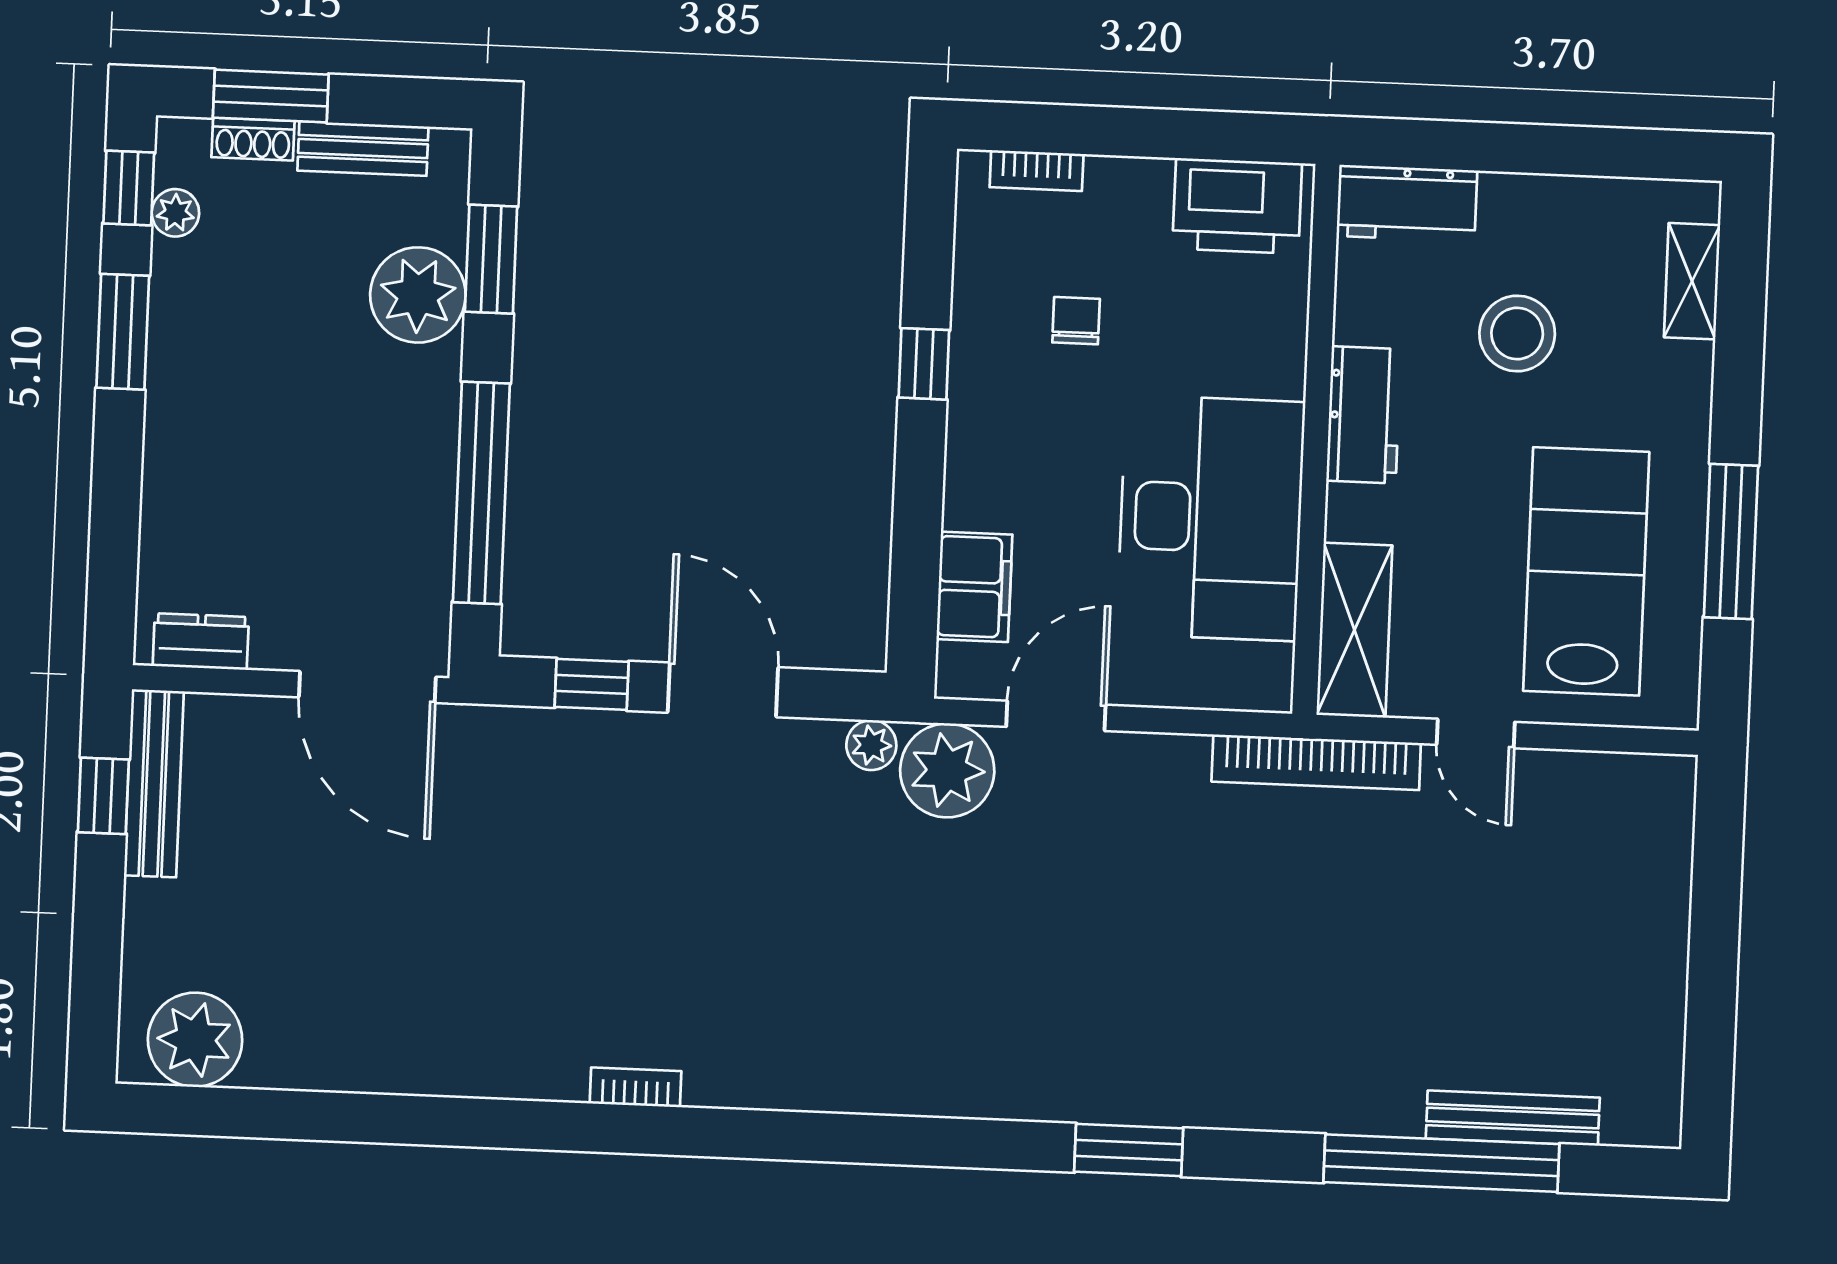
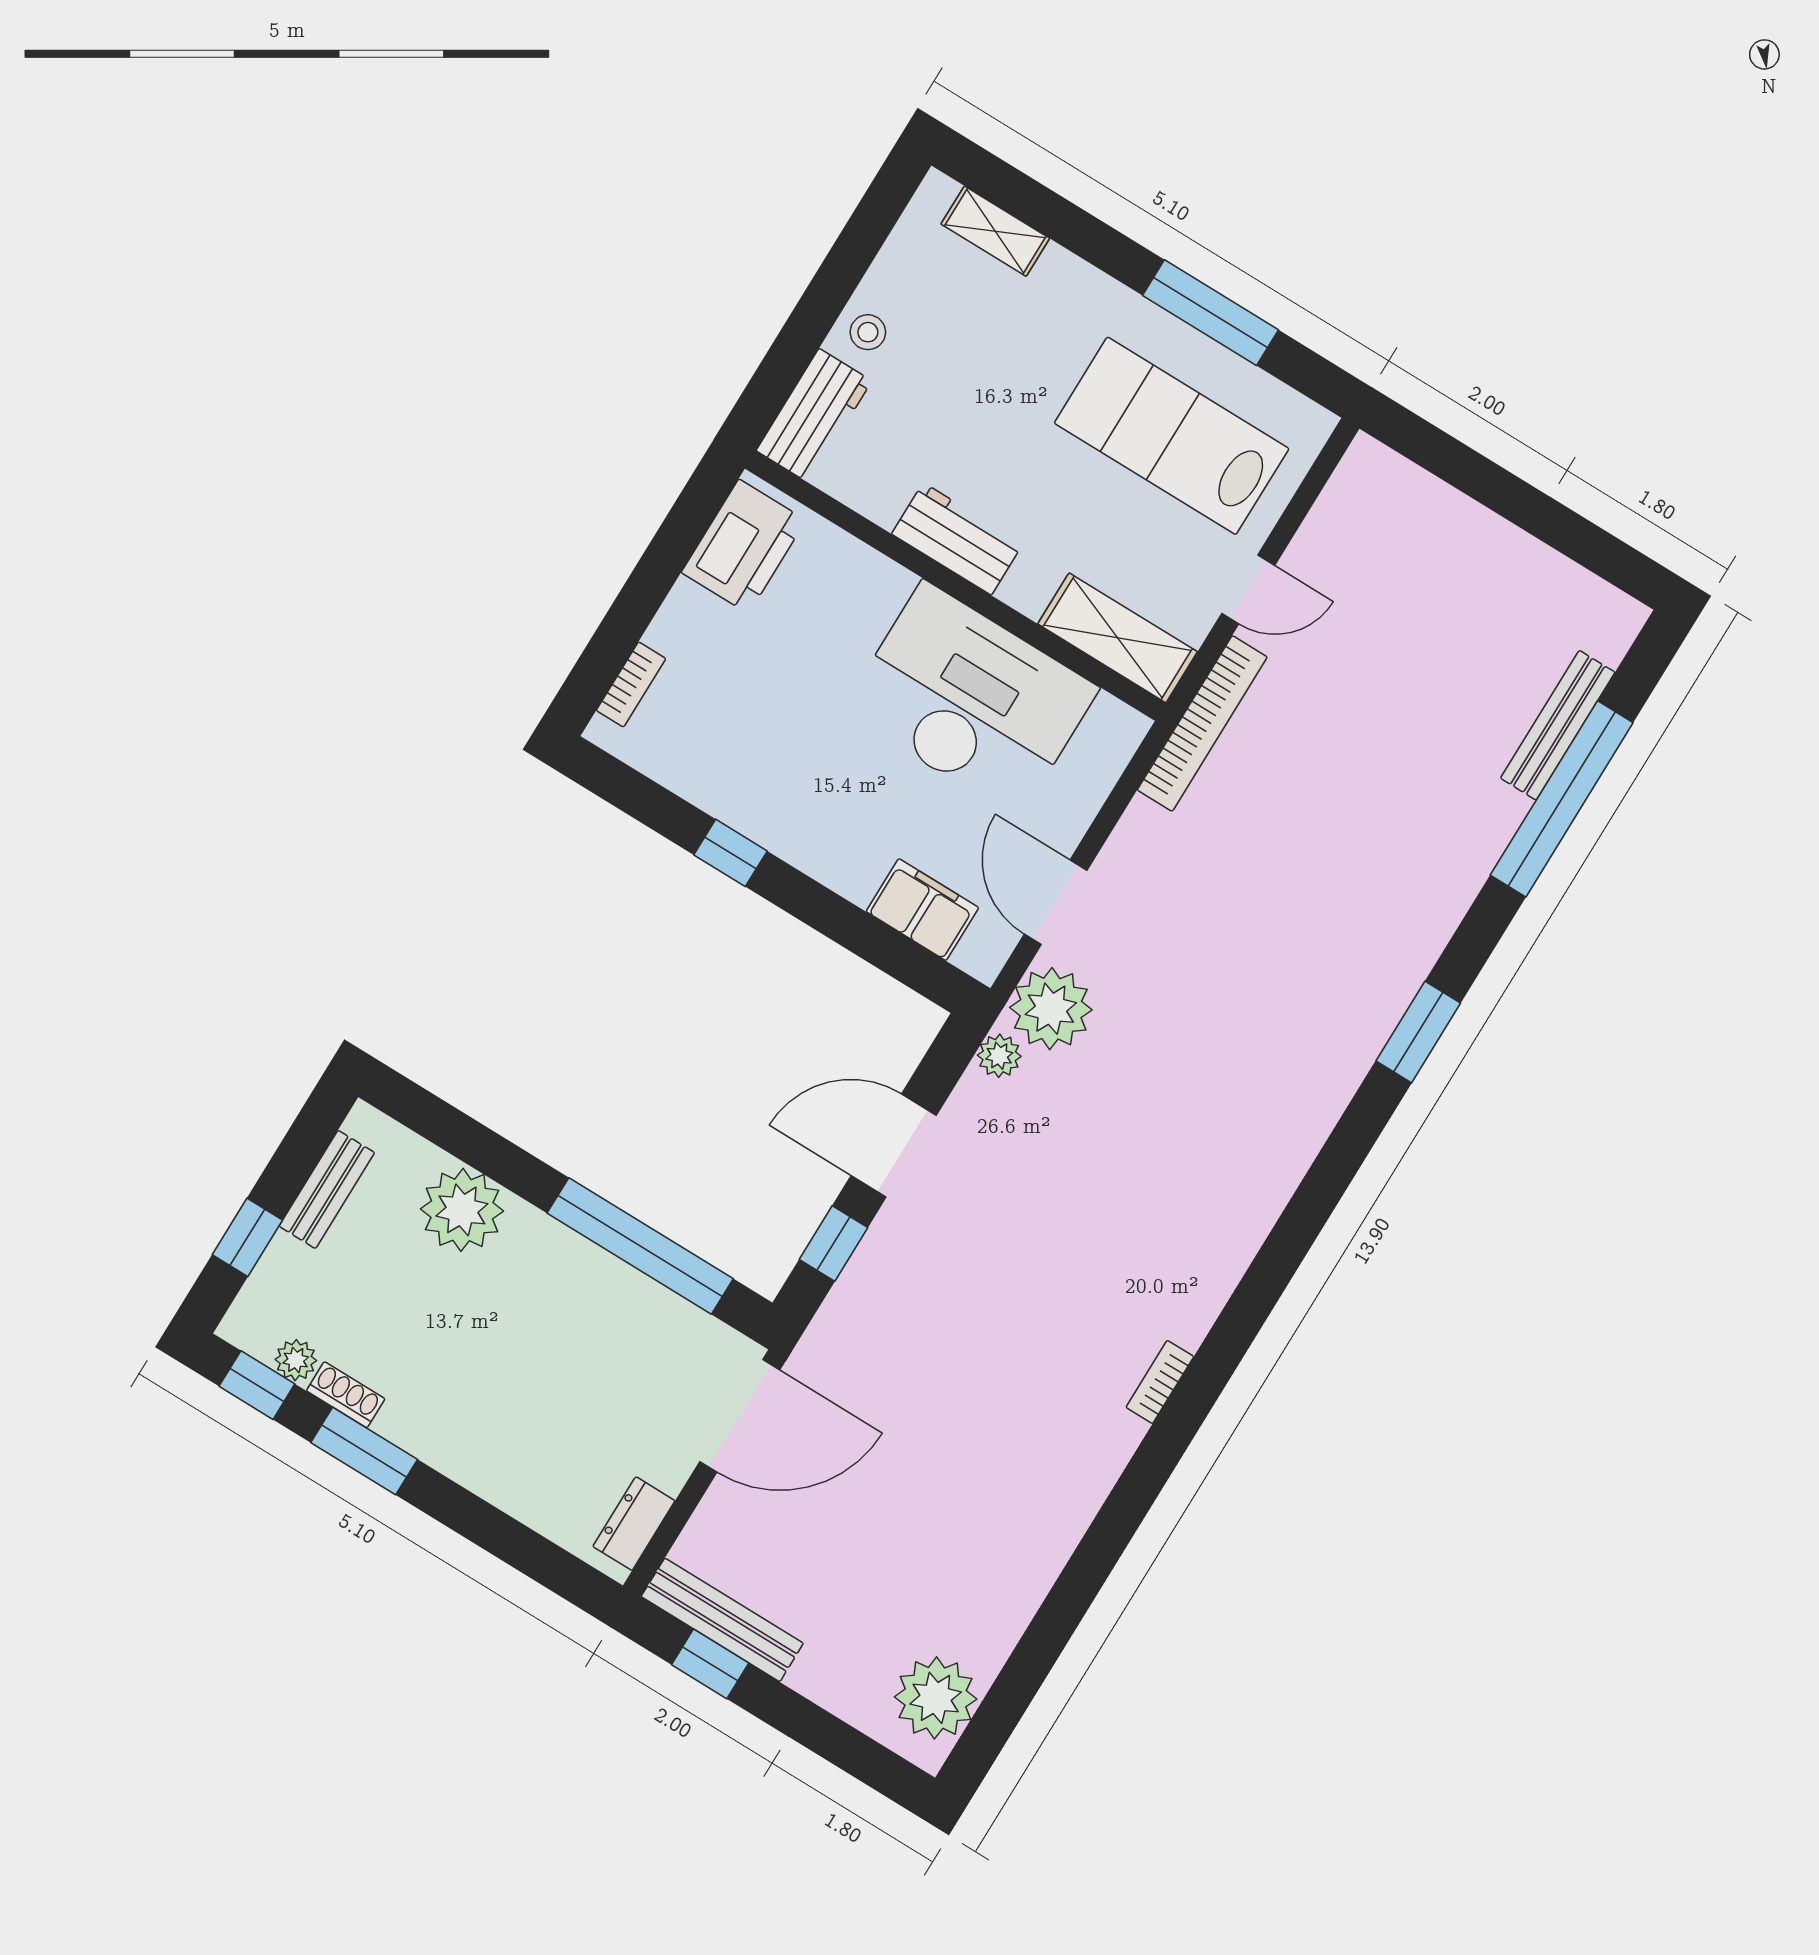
window: (271, 96) -> (247, 1237), width x0.67
shoe rack: (253, 139) -> (346, 1395), moved, turned -90
window: (491, 259) -> (466, 1139), removed
chair: (1076, 321) -> (762, 718), removed
stool: (1517, 334) -> (868, 332), moved, width x0.53, depth x0.53

